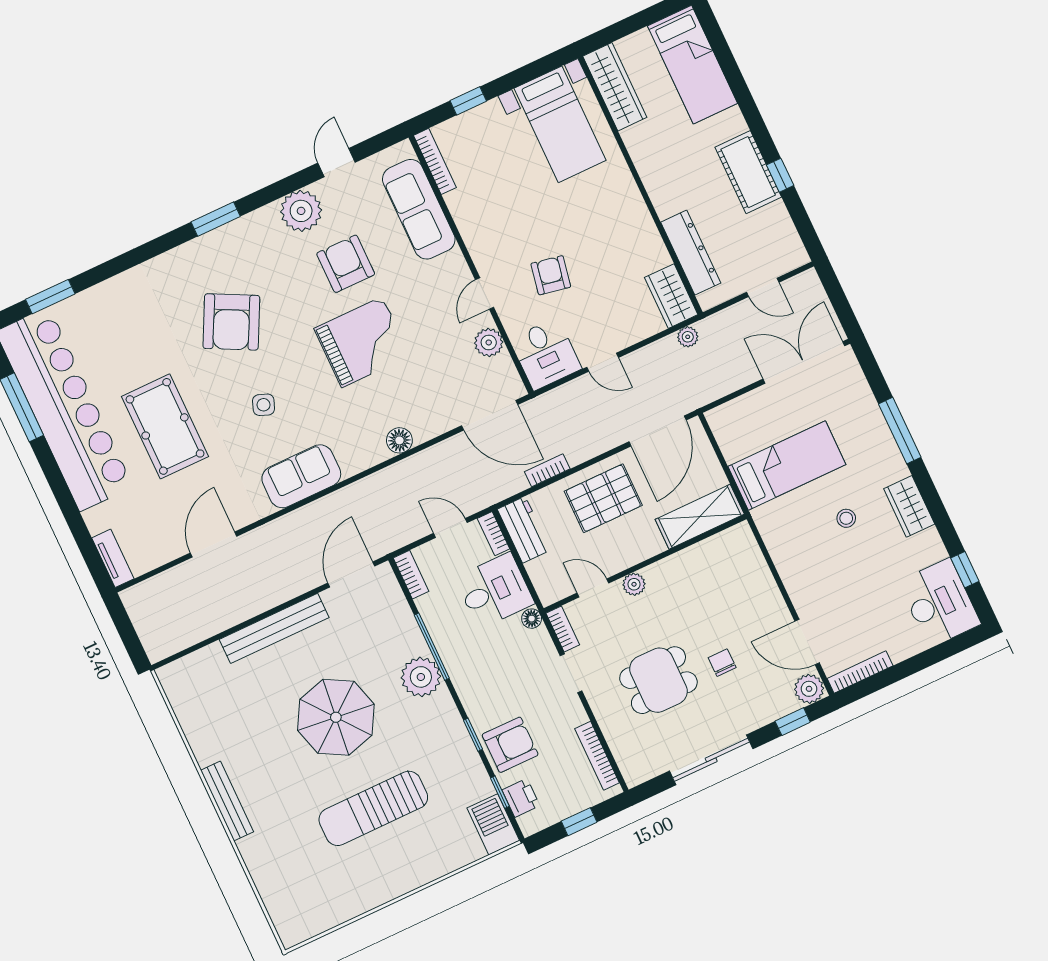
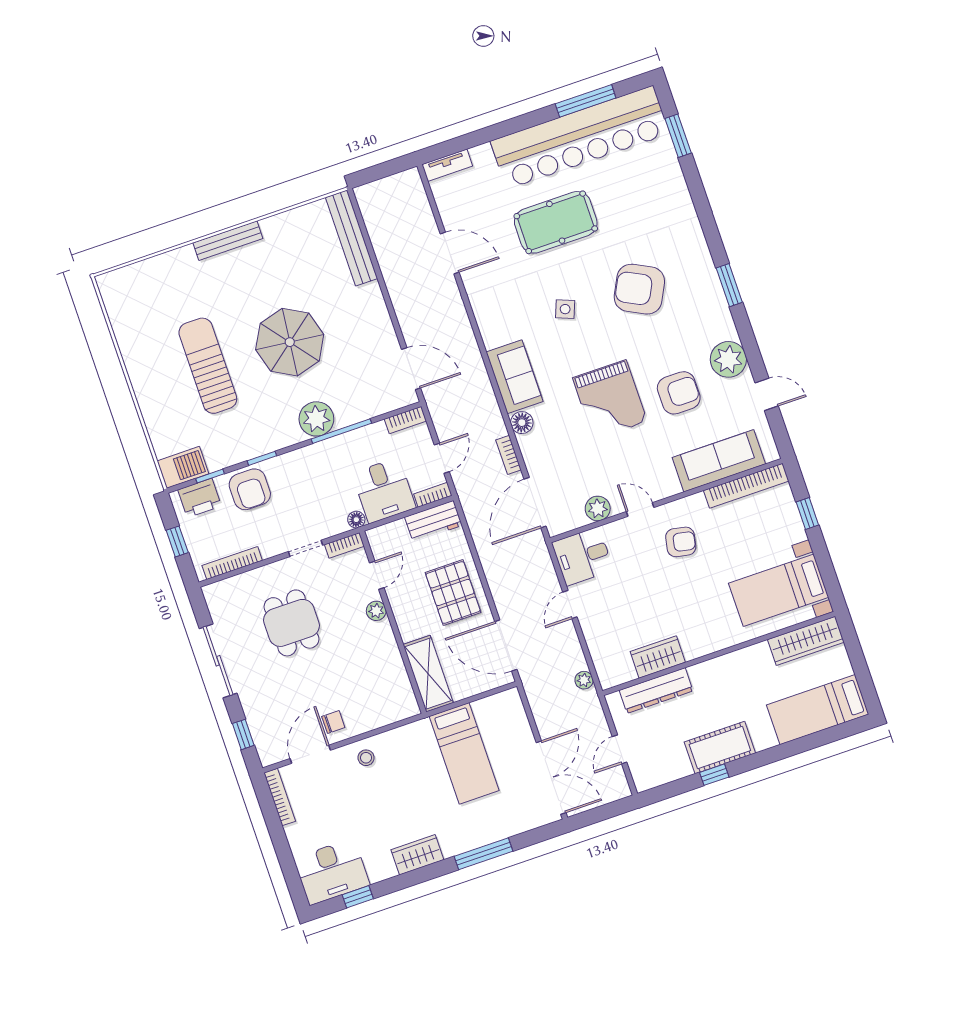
bookcase: (435, 161) -> (746, 486), width x1.48, depth x1.31
armchair: (551, 275) -> (681, 542), moved
wardrobe: (671, 296) -> (658, 657), moved
bookcase: (547, 470) -> (509, 455), moved, turned 180
sofa: (301, 476) -> (514, 377), moved
stool: (846, 518) -> (366, 758), moved
bench: (274, 628) -> (352, 238), moved
chair: (722, 663) -> (333, 722), moved
plant: (809, 689) -> (270, 752), removed
printer: (521, 798) -> (199, 498), width x1.36, depth x1.24

